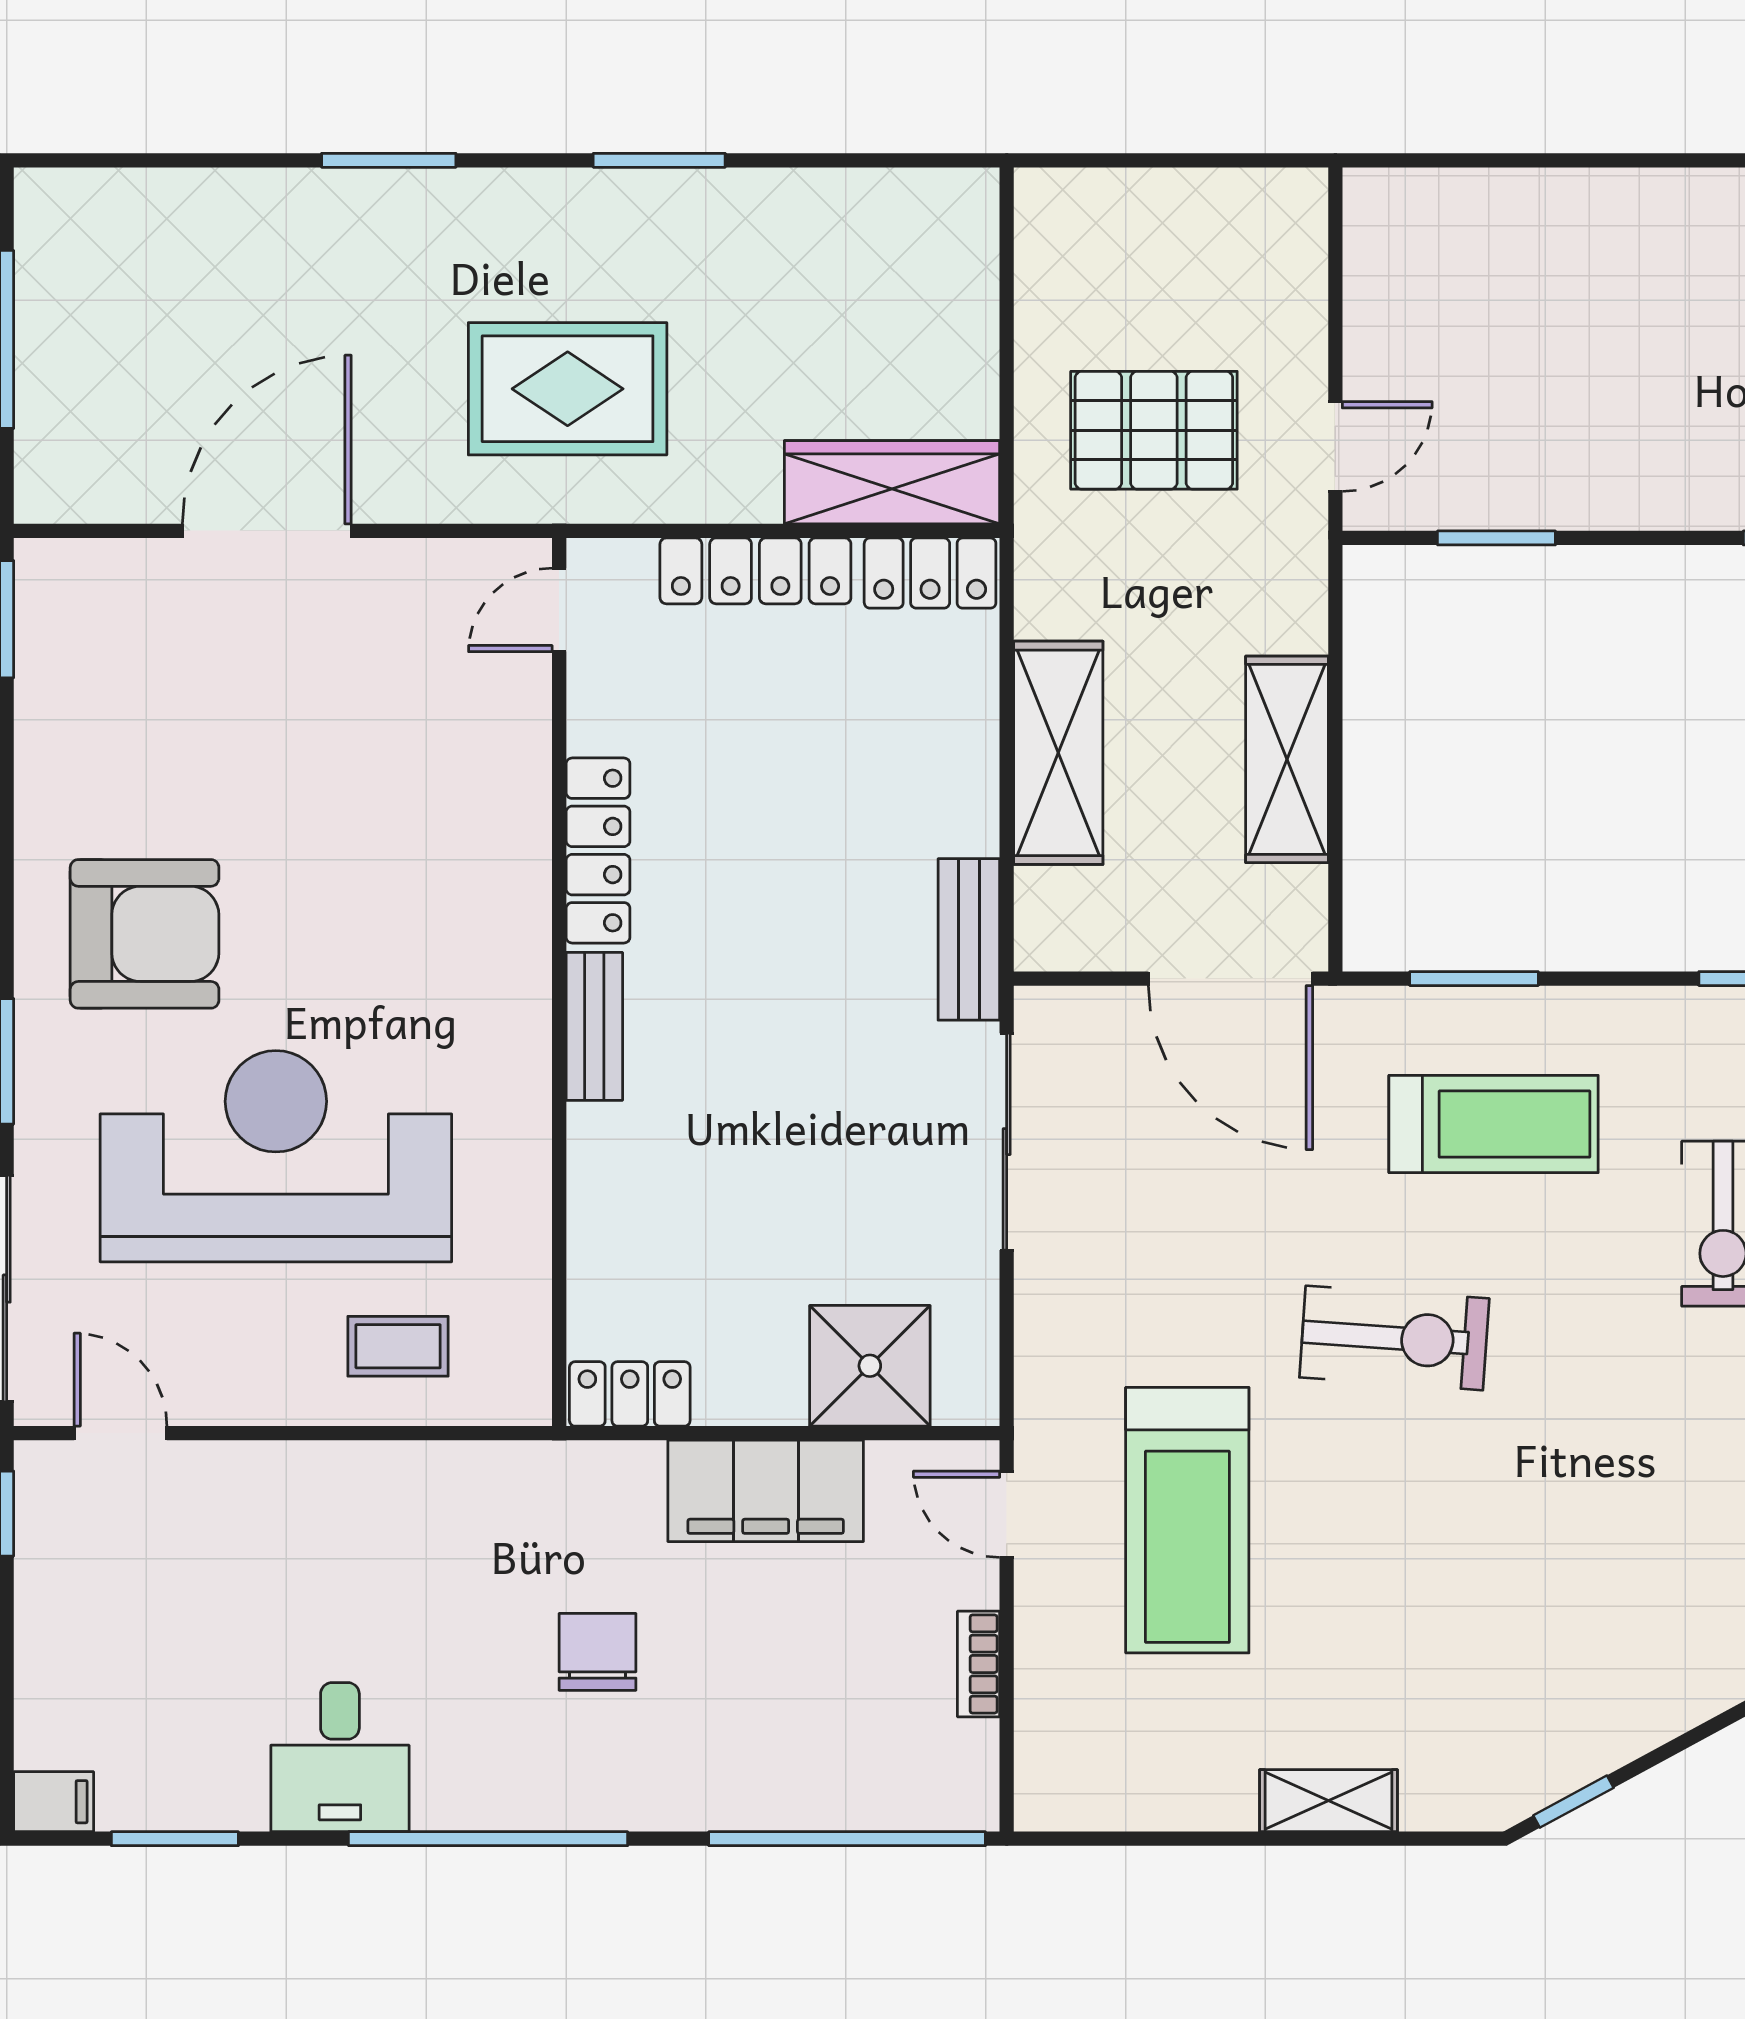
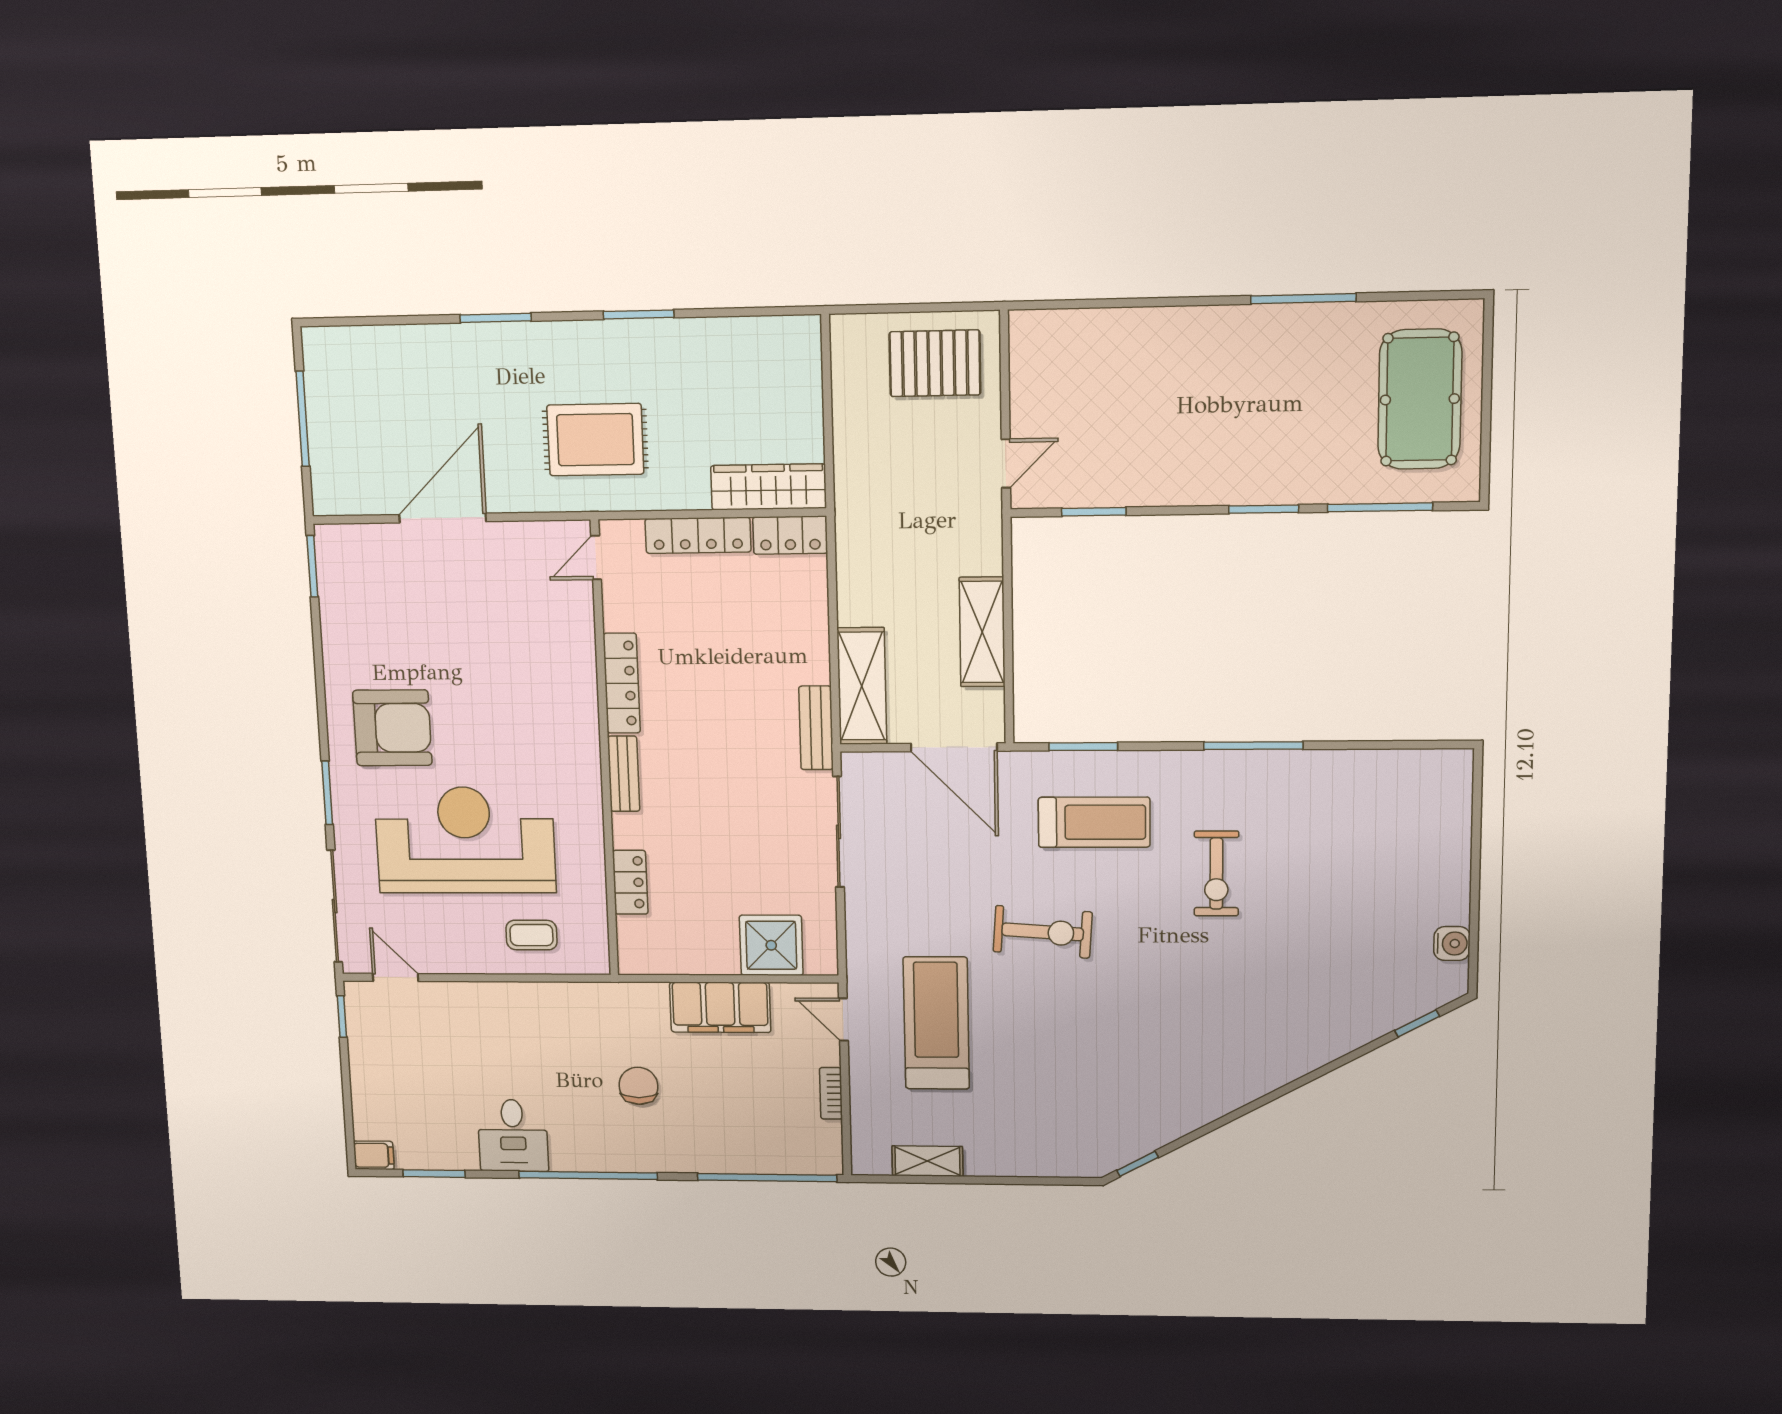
pallet: (1154, 430) -> (935, 363), moved
shelving: (1058, 753) -> (862, 686), moved
locker: (630, 1394) -> (630, 882), moved, turned 90
treadmill: (1187, 1520) -> (936, 1023), turned 180
shelving: (1328, 1801) -> (927, 1161), moved

